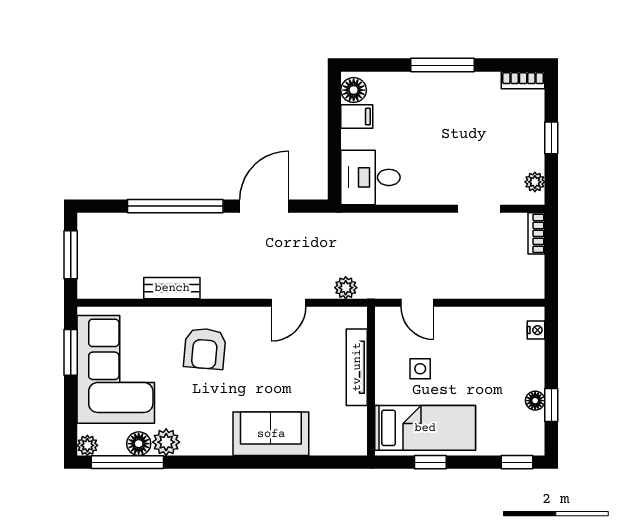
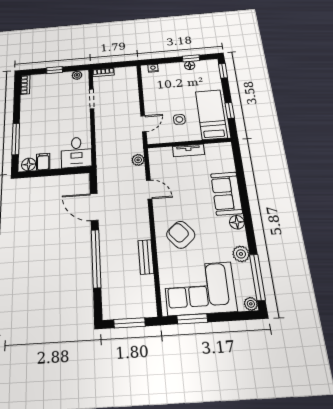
window: (442, 65) -> (16, 139), moved
armchair: (205, 349) -> (181, 235), turned -135
tv unit: (357, 367) -> (188, 150), width x0.71
floor lamp: (139, 444) -> (237, 222), moved

